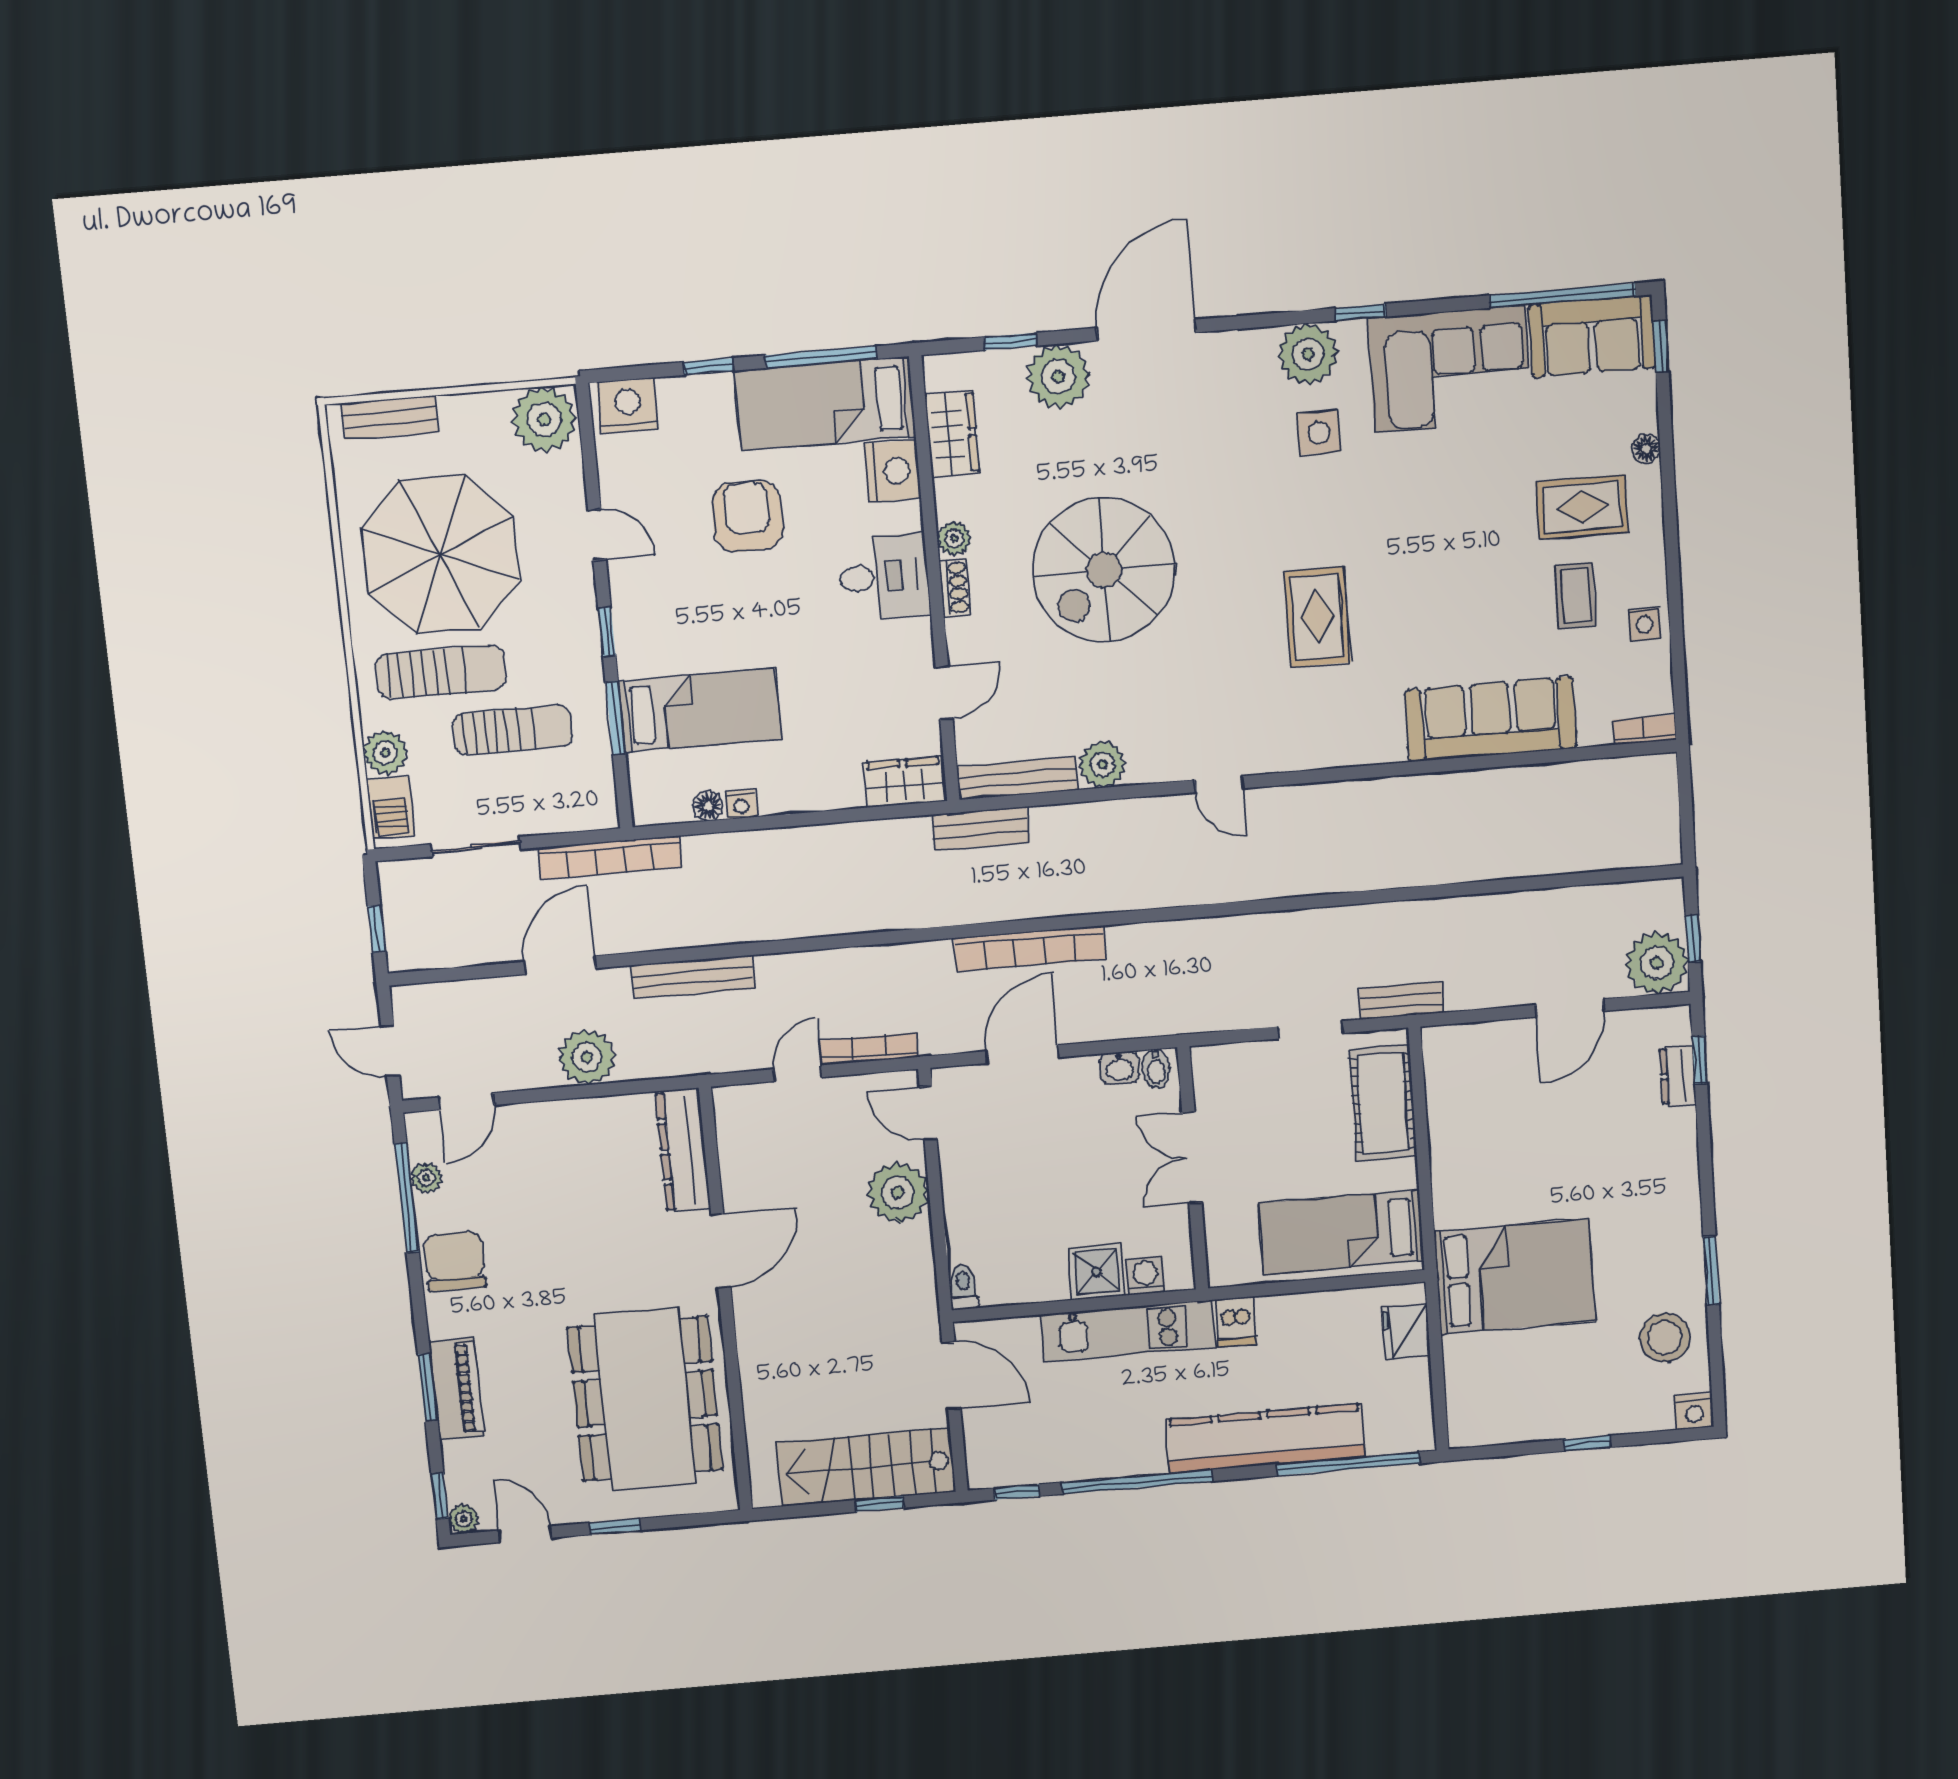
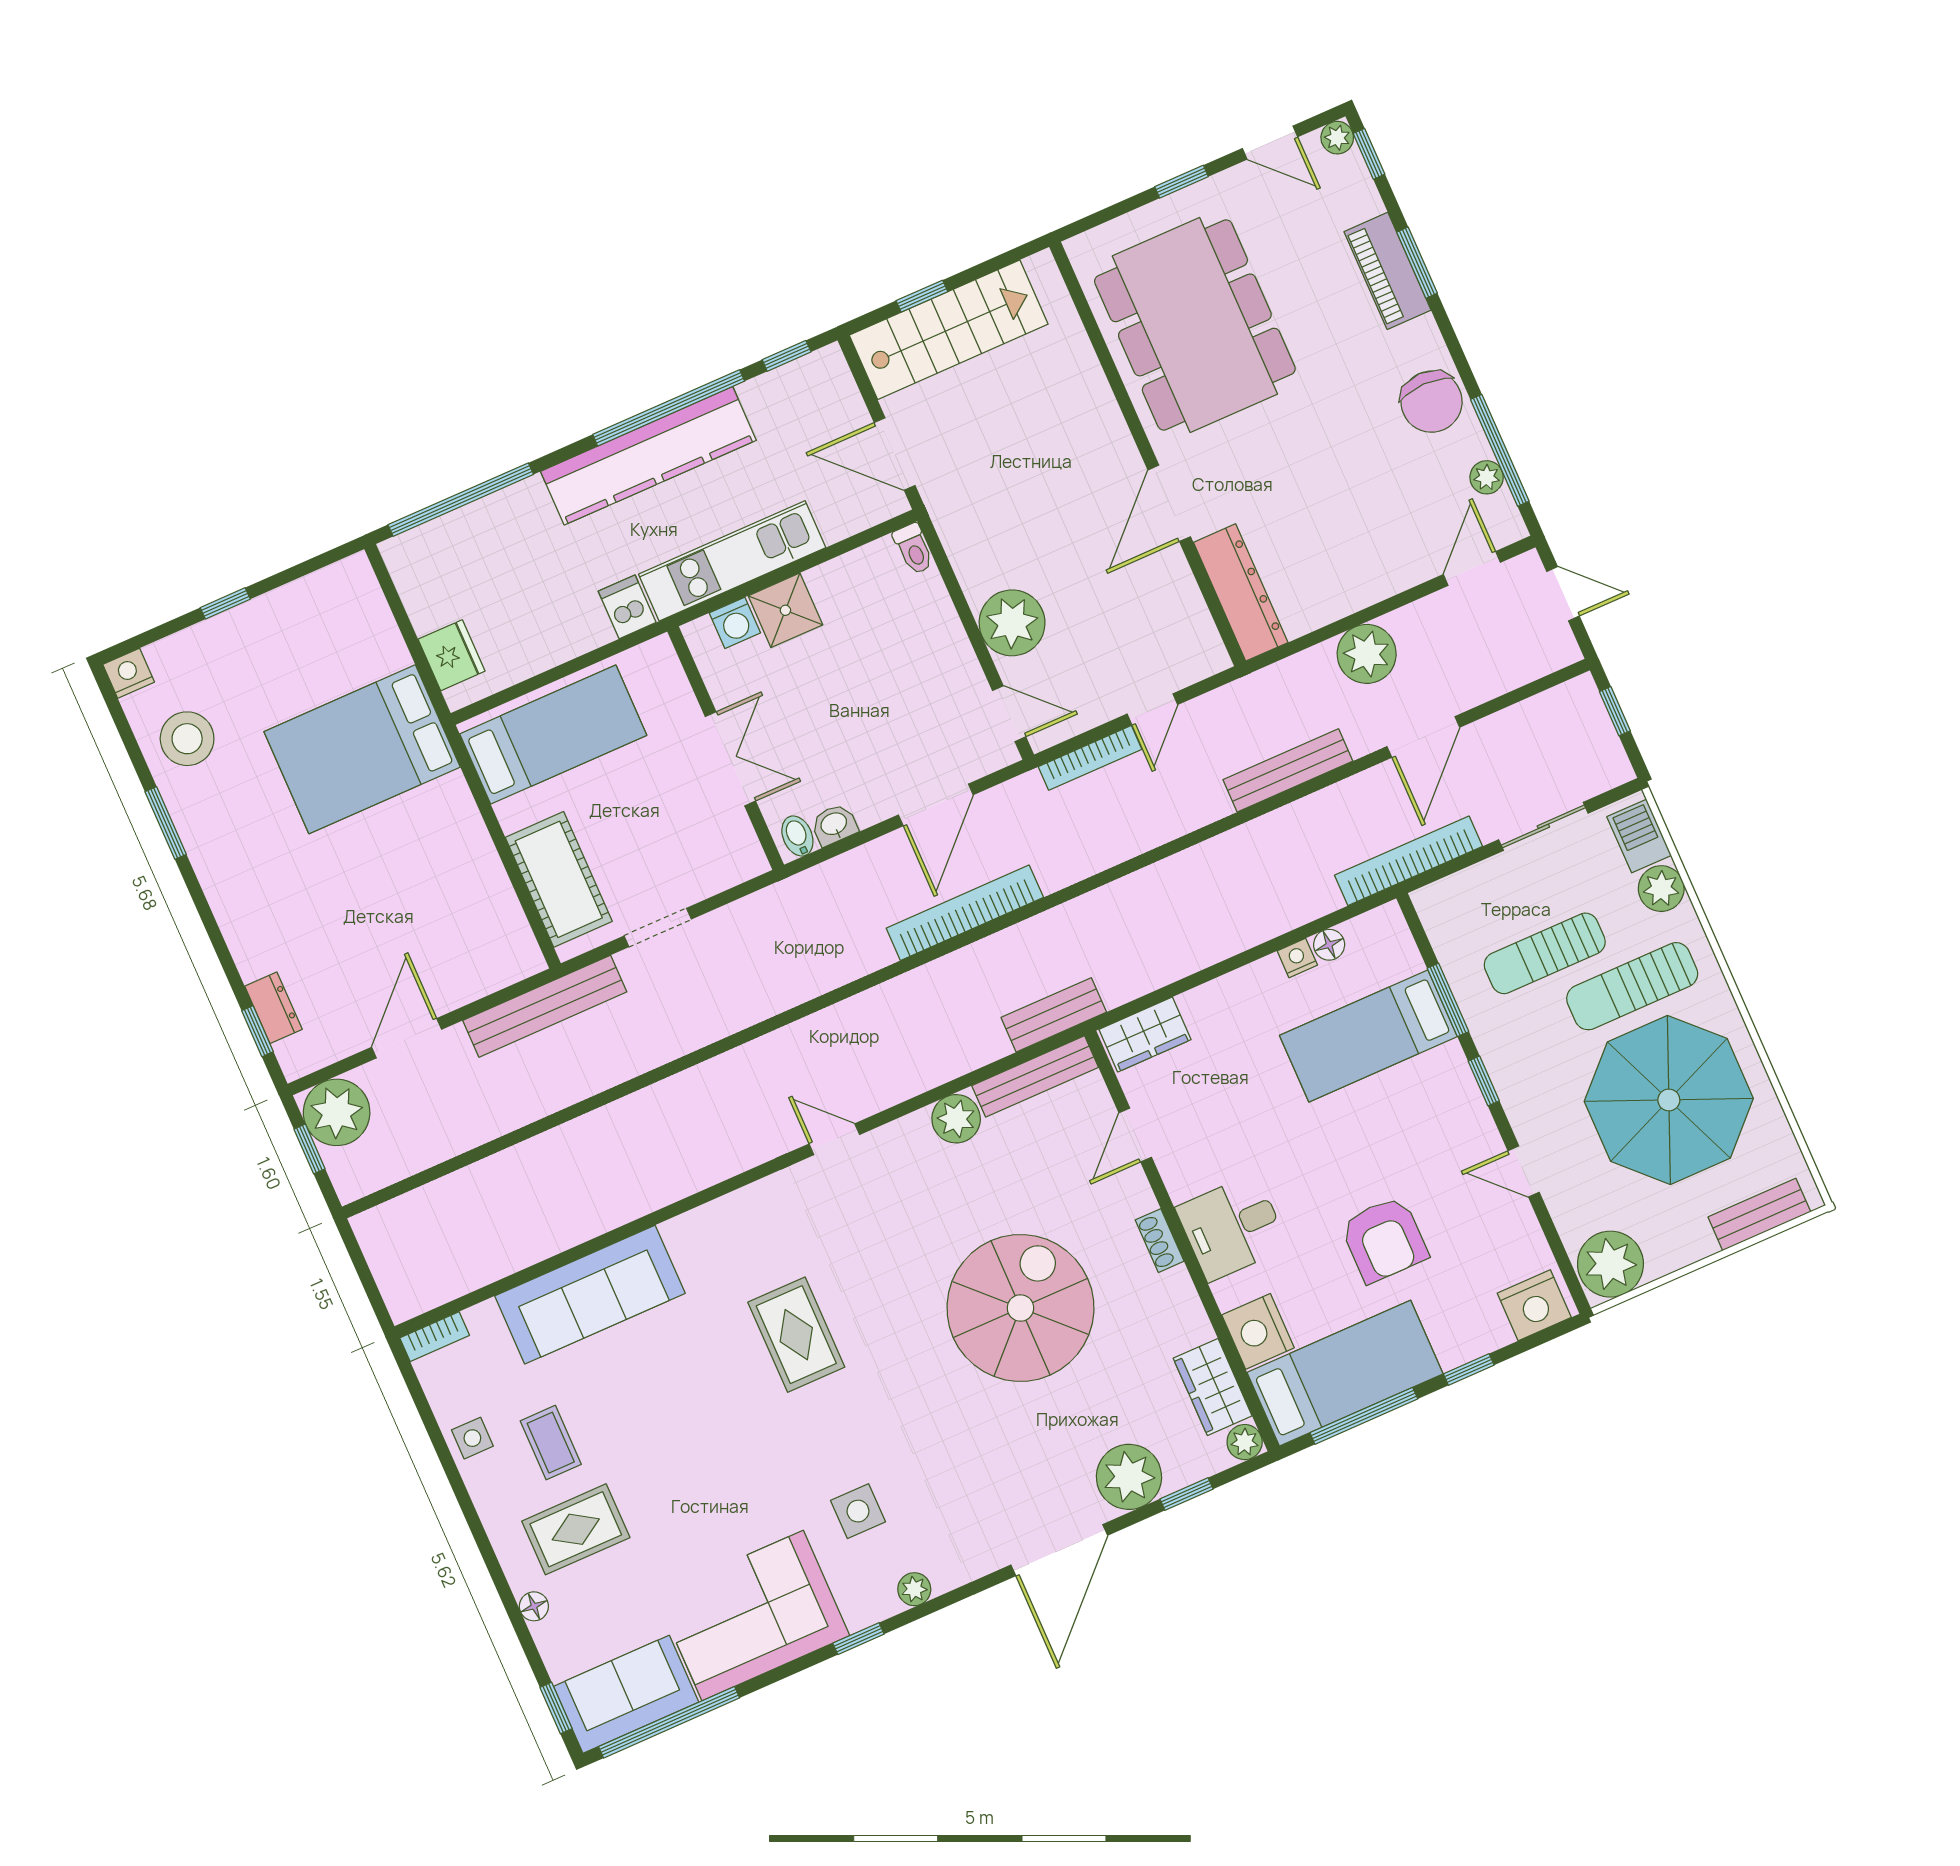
plant: (1308, 354) -> (914, 1589), width x0.53, depth x0.53
plant: (954, 539) -> (1245, 1442), moved
bench: (1401, 1000) -> (545, 1006), width x1.86, depth x1.21
kitchen counter: (1266, 1438) -> (648, 456), moved

